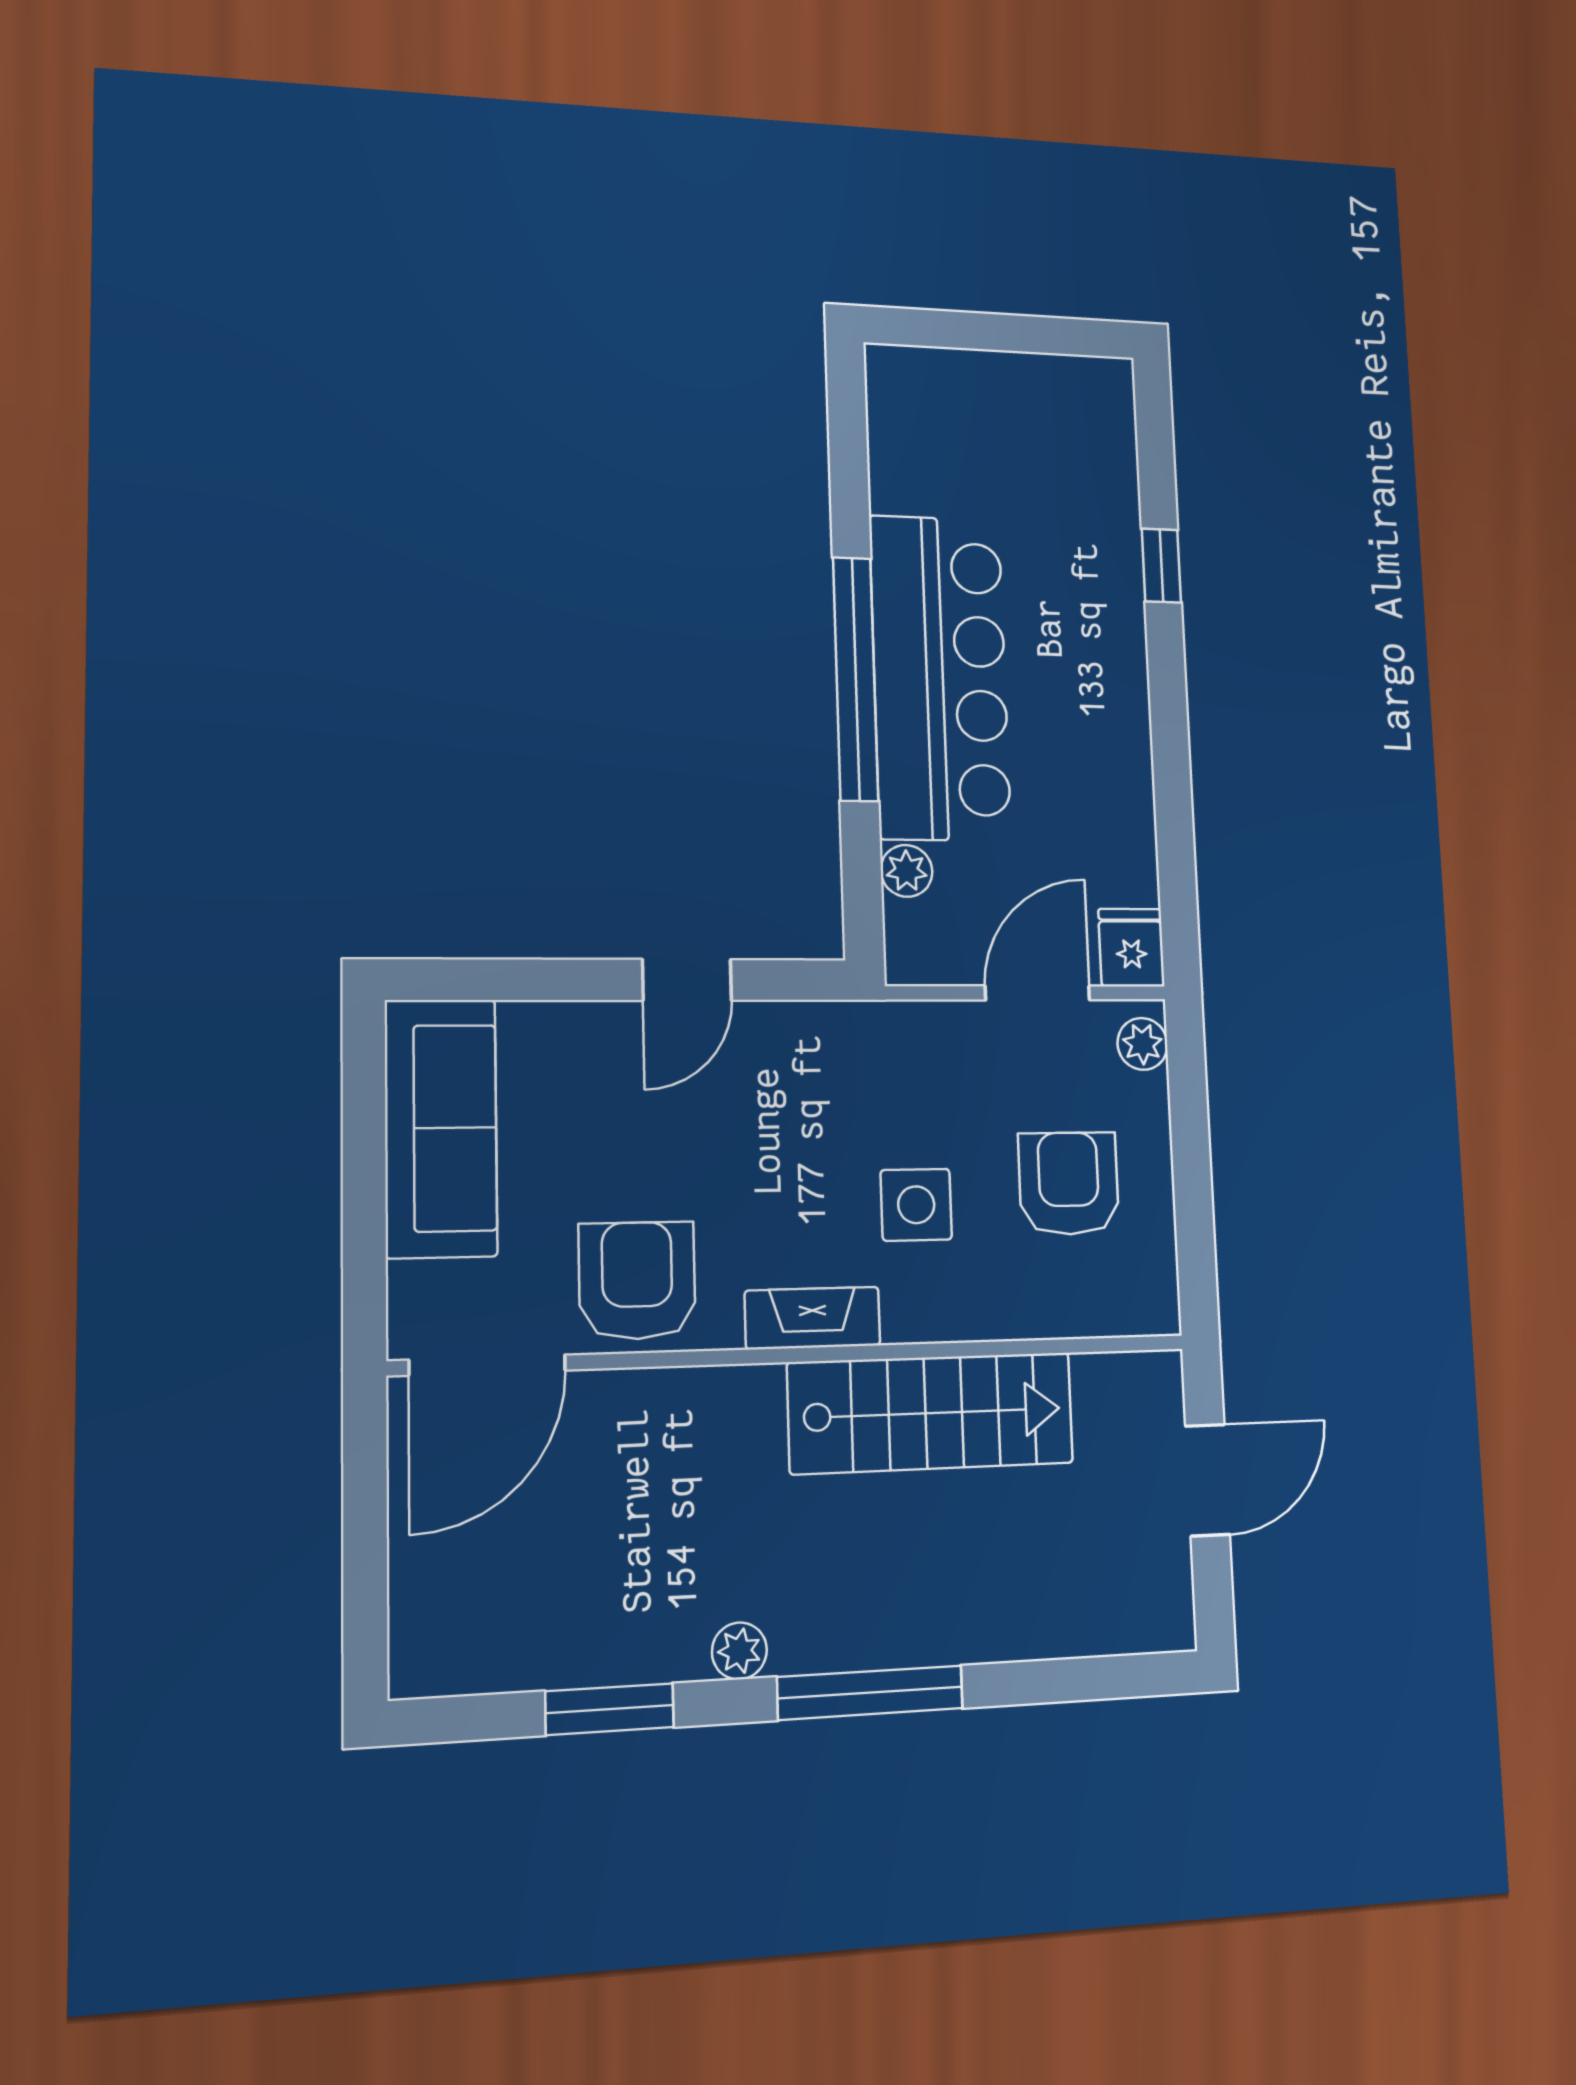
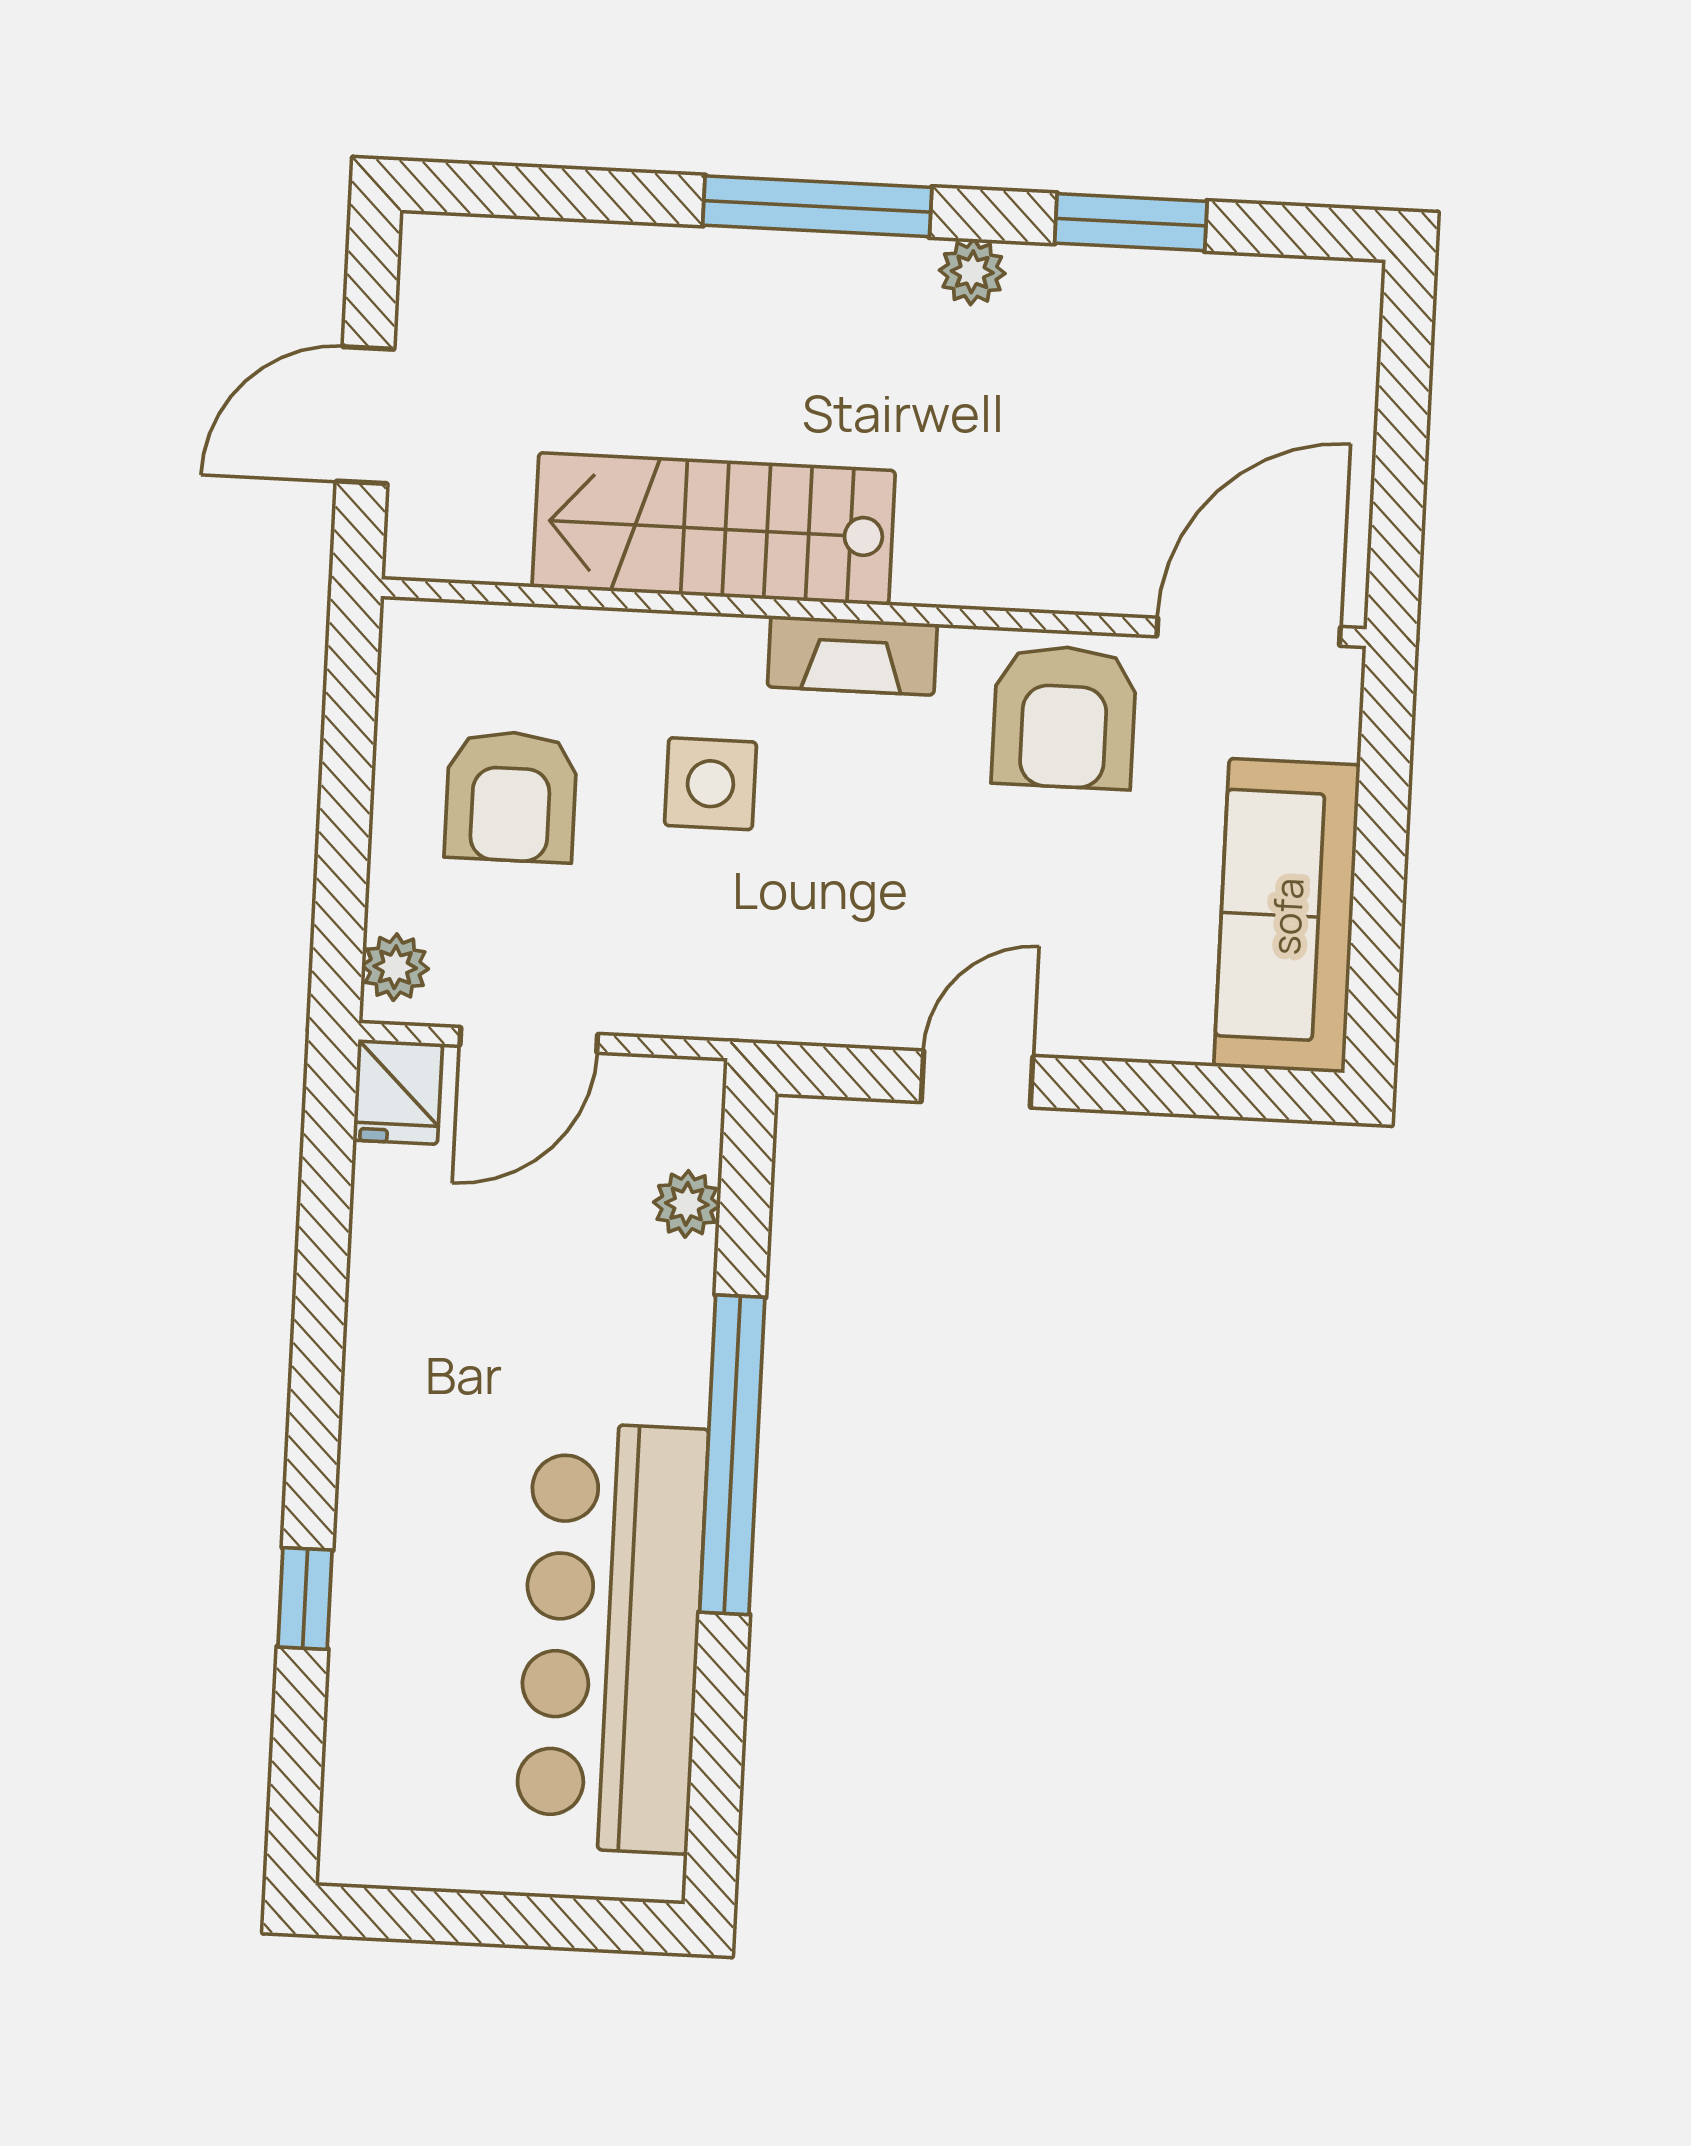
bar counter: (940, 678) -> (612, 1637), moved

